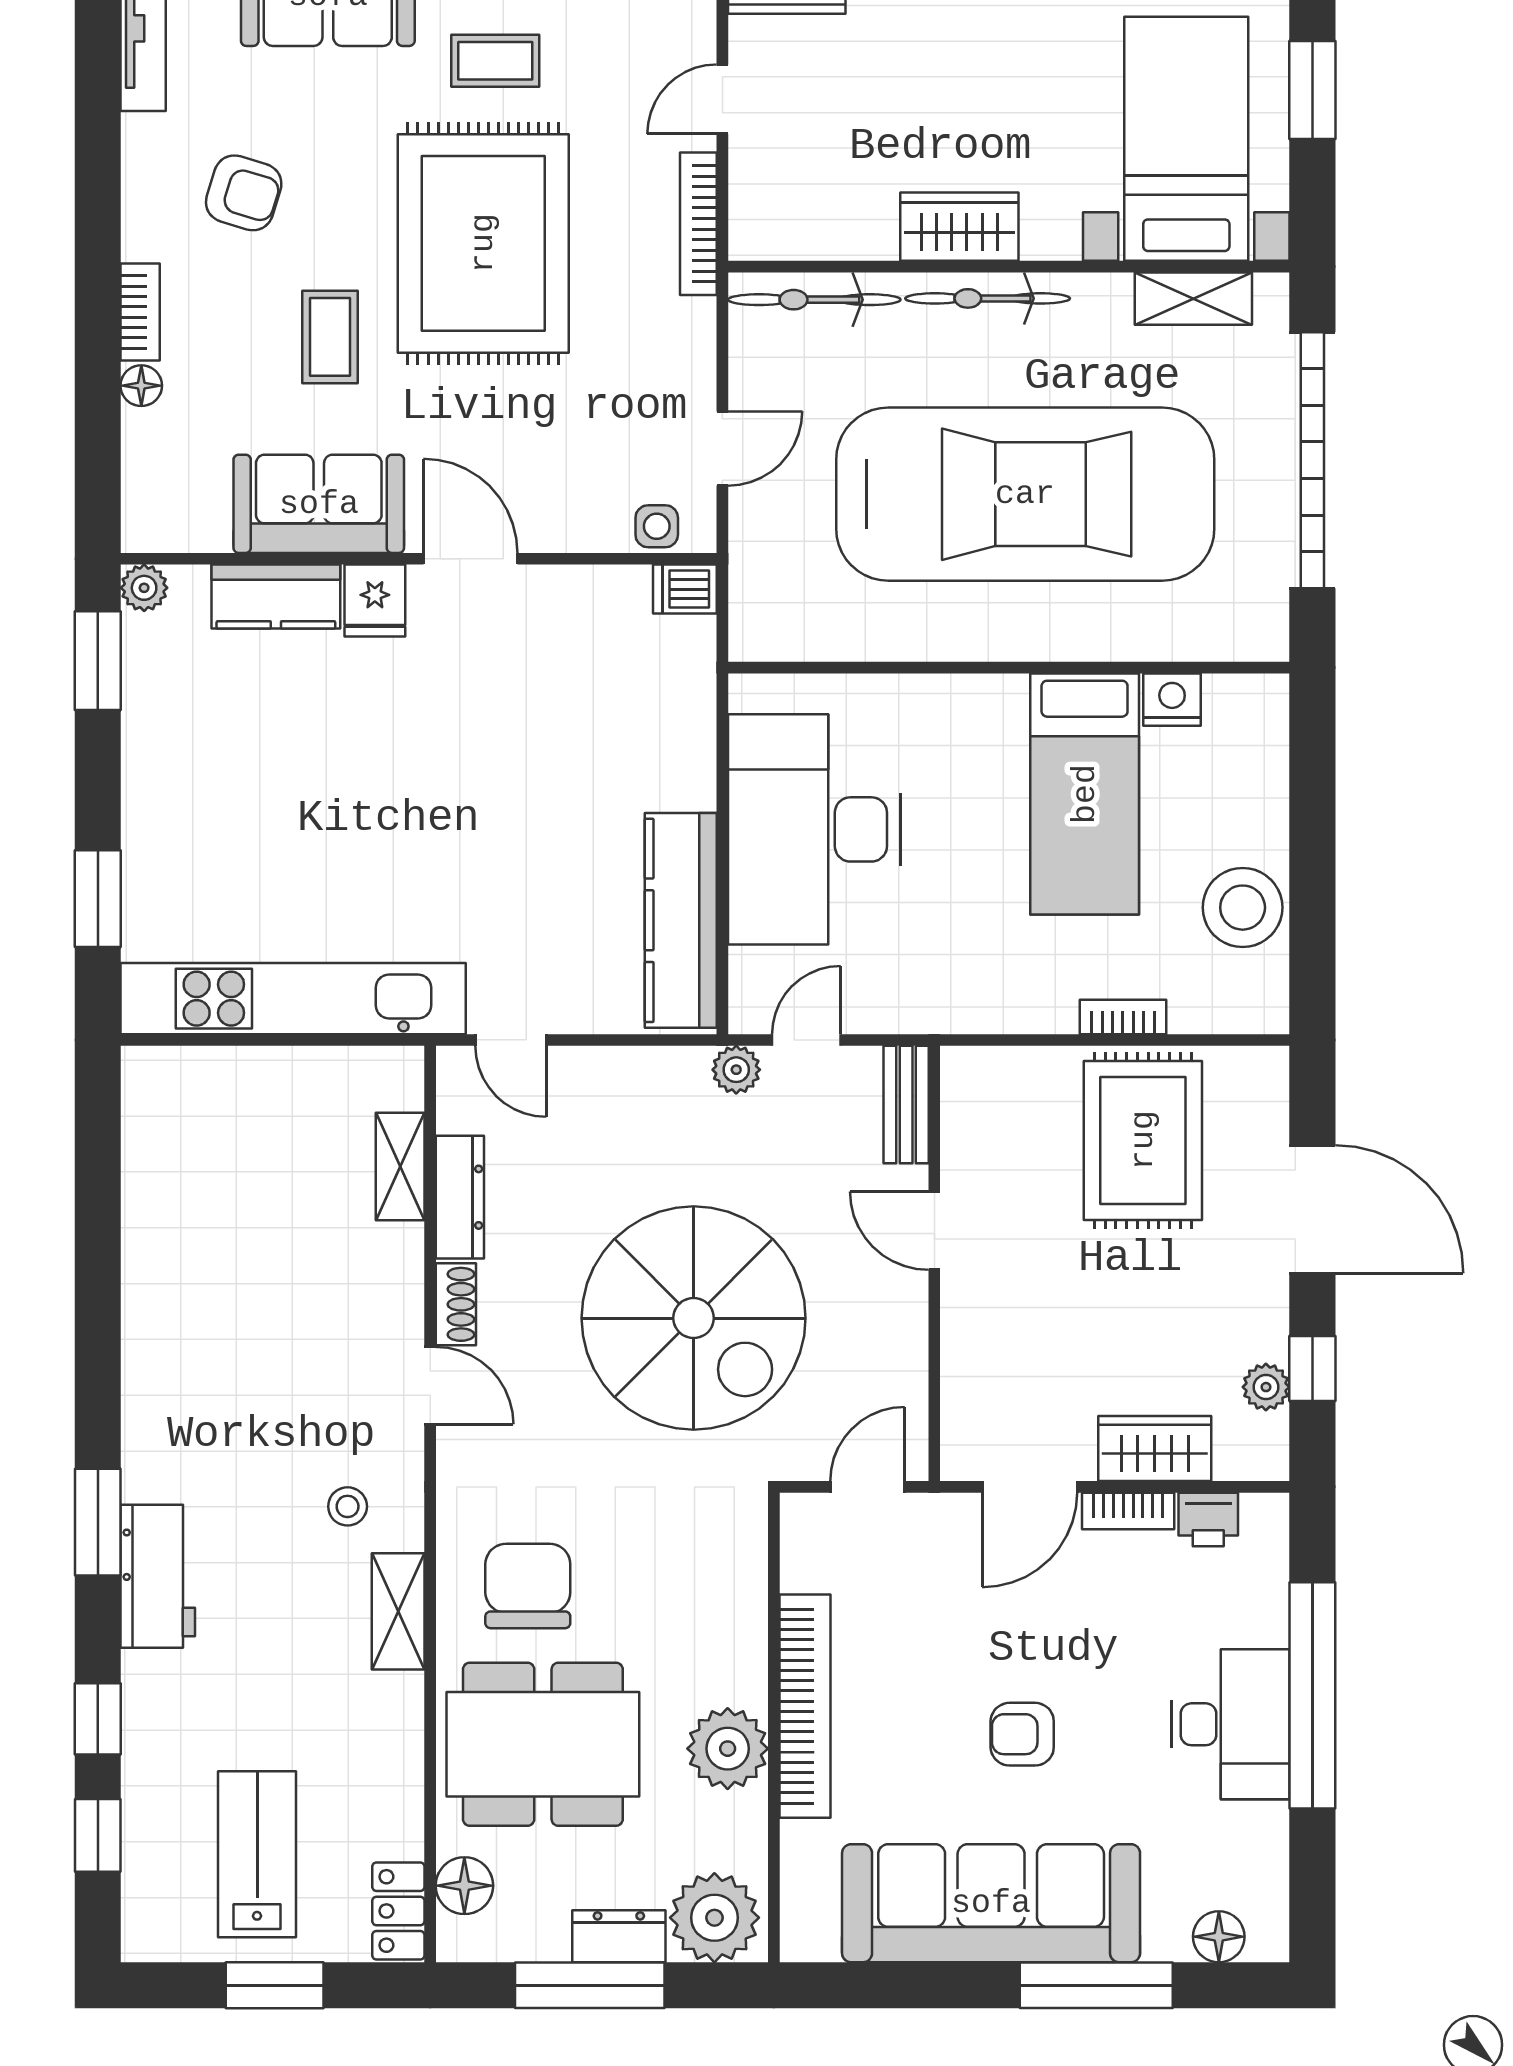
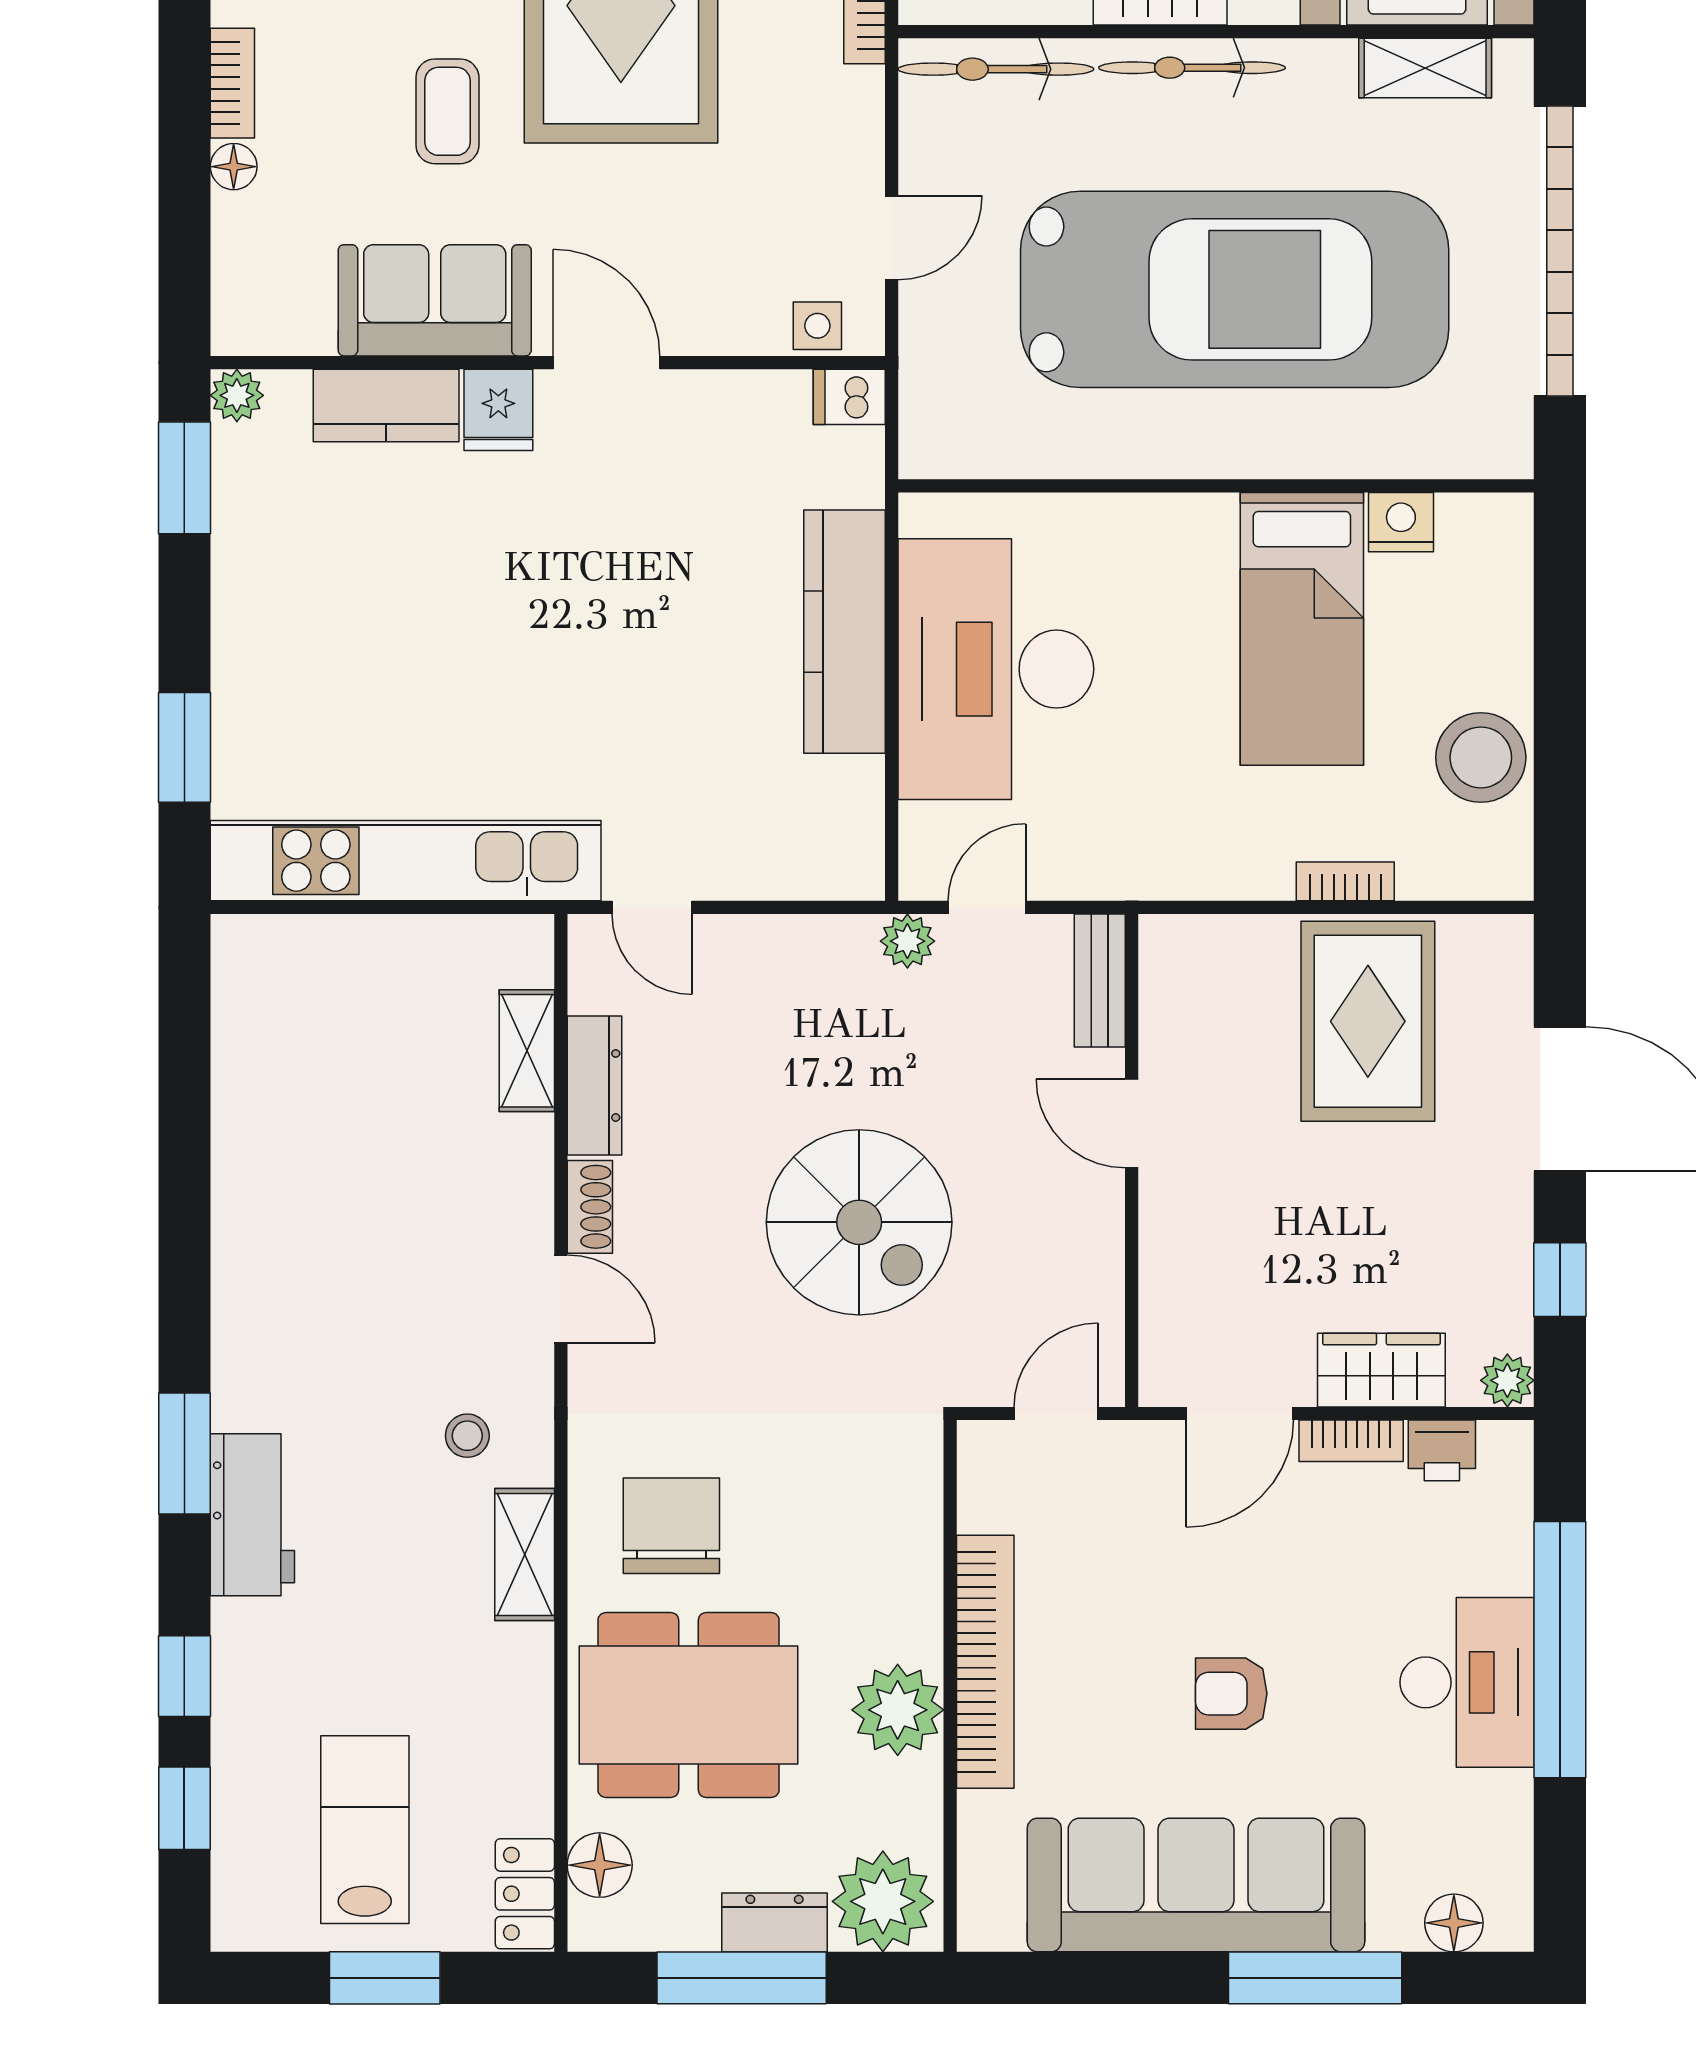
kitchen counter: (681, 920) -> (845, 632), moved
spiral stairs: (694, 1318) -> (859, 1222), width x0.73, depth x0.73
plant: (1266, 1387) -> (1507, 1380), moved

